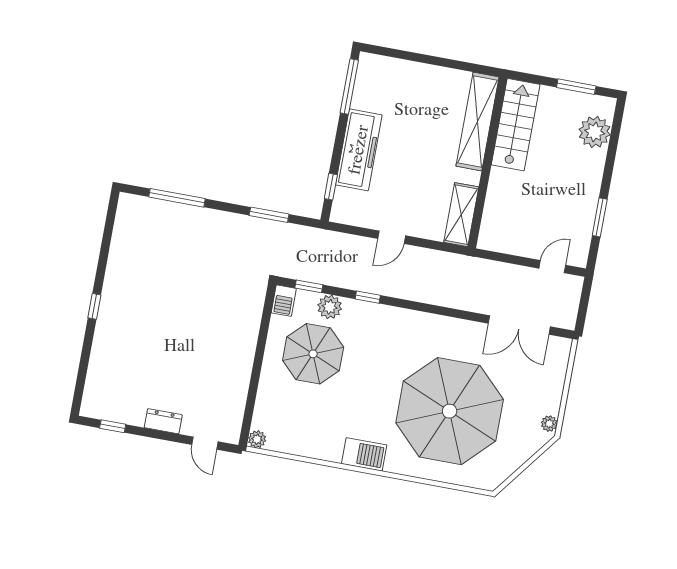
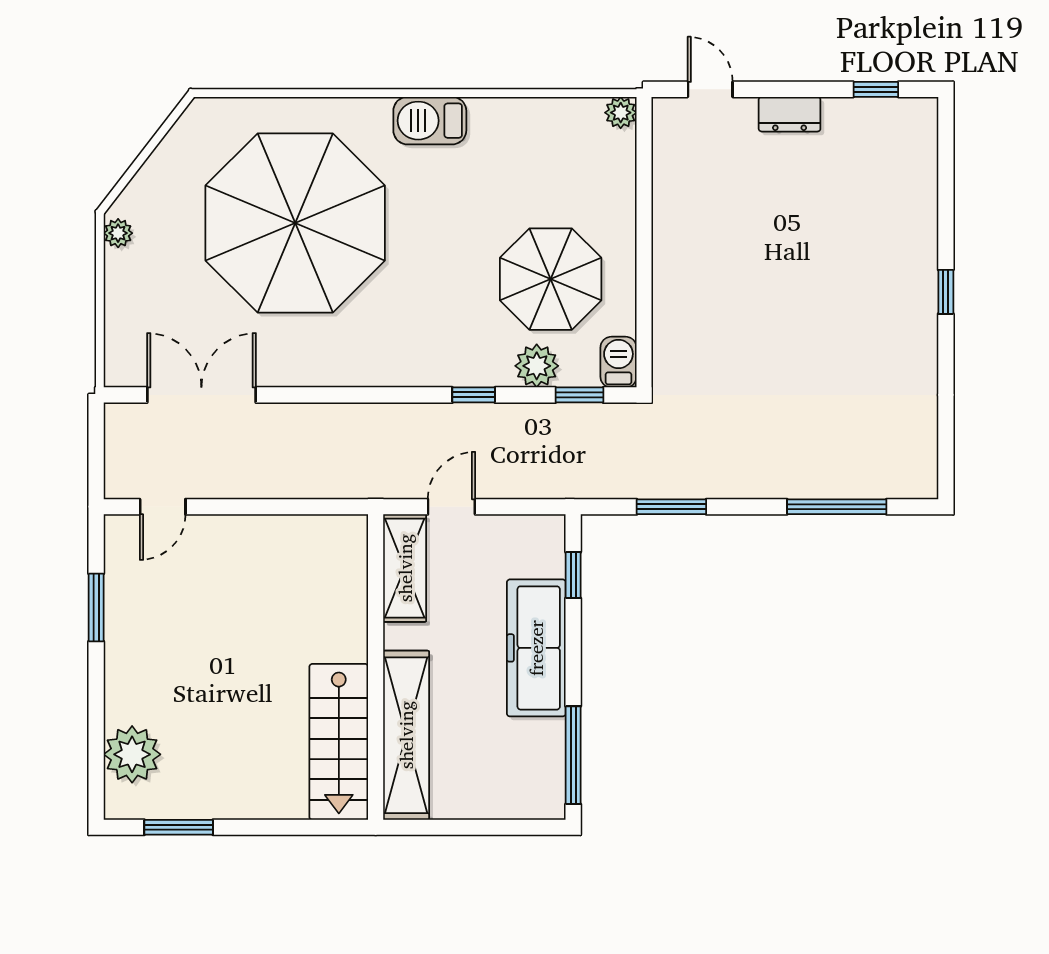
shelving: (477, 122) -> (406, 735), moved
stairs: (516, 125) -> (339, 742), moved
wall: (487, 163) -> (376, 667), moved
shelving: (461, 215) -> (405, 568), moved

